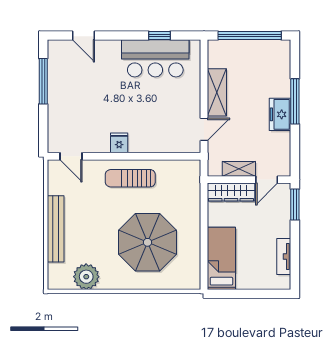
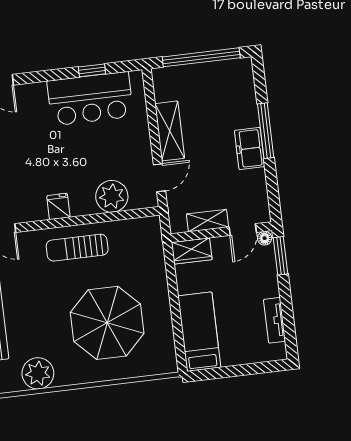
plant: (163, 140) -> (112, 196), added
floor lamp: (284, 189) -> (265, 238), added
wardrobe: (231, 192) -> (192, 251), width x0.67

